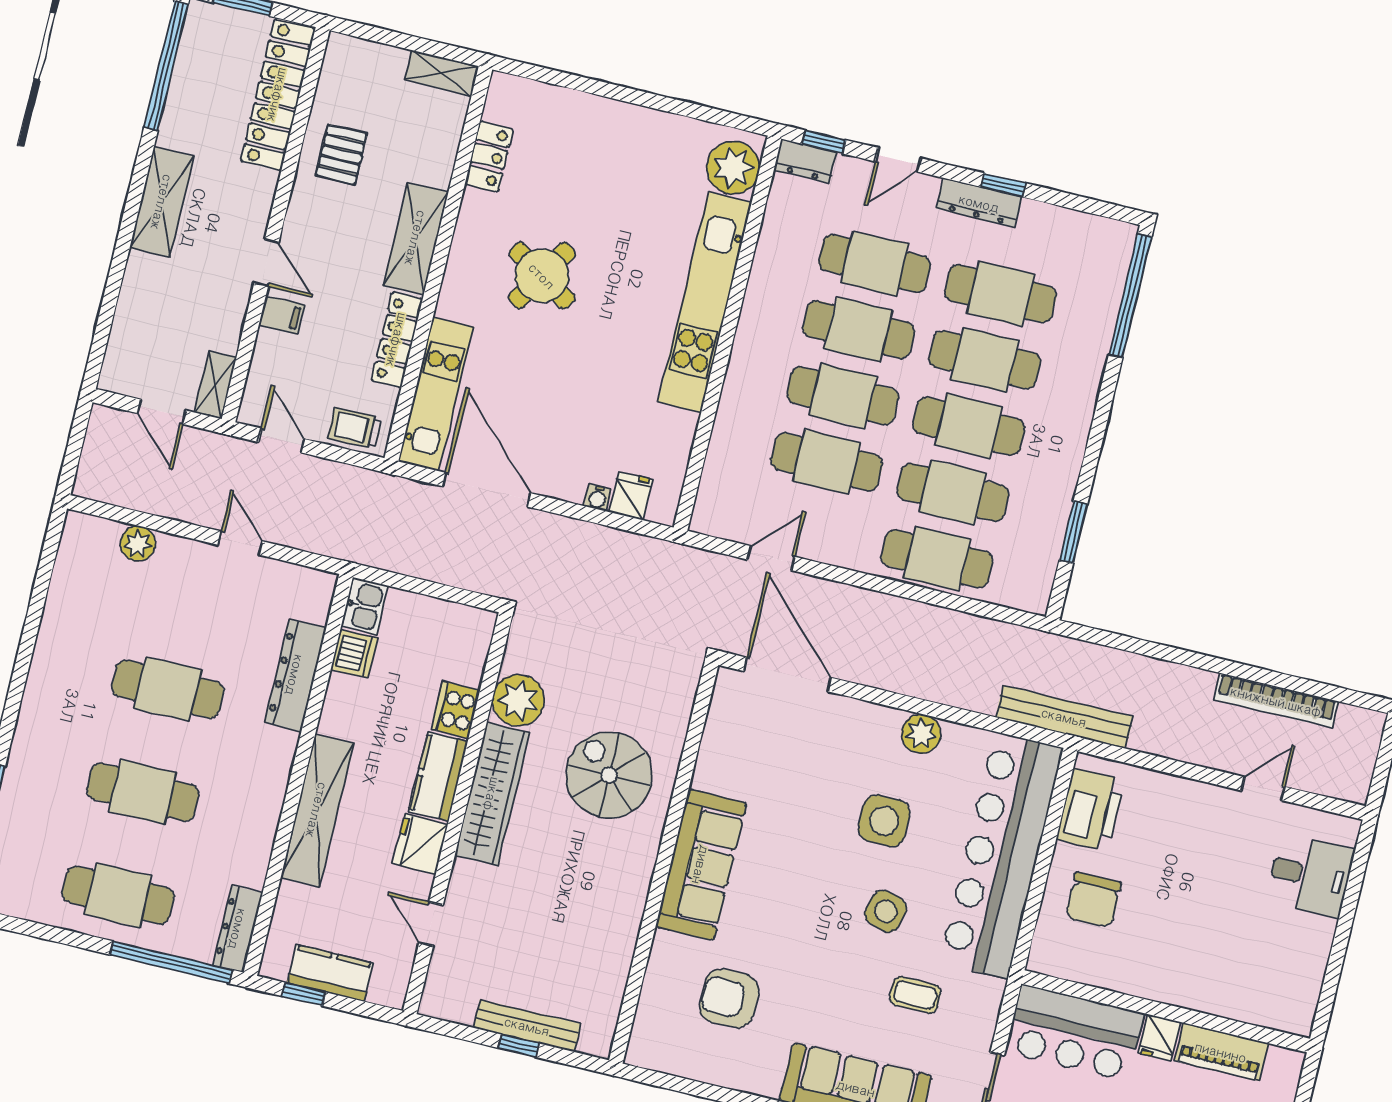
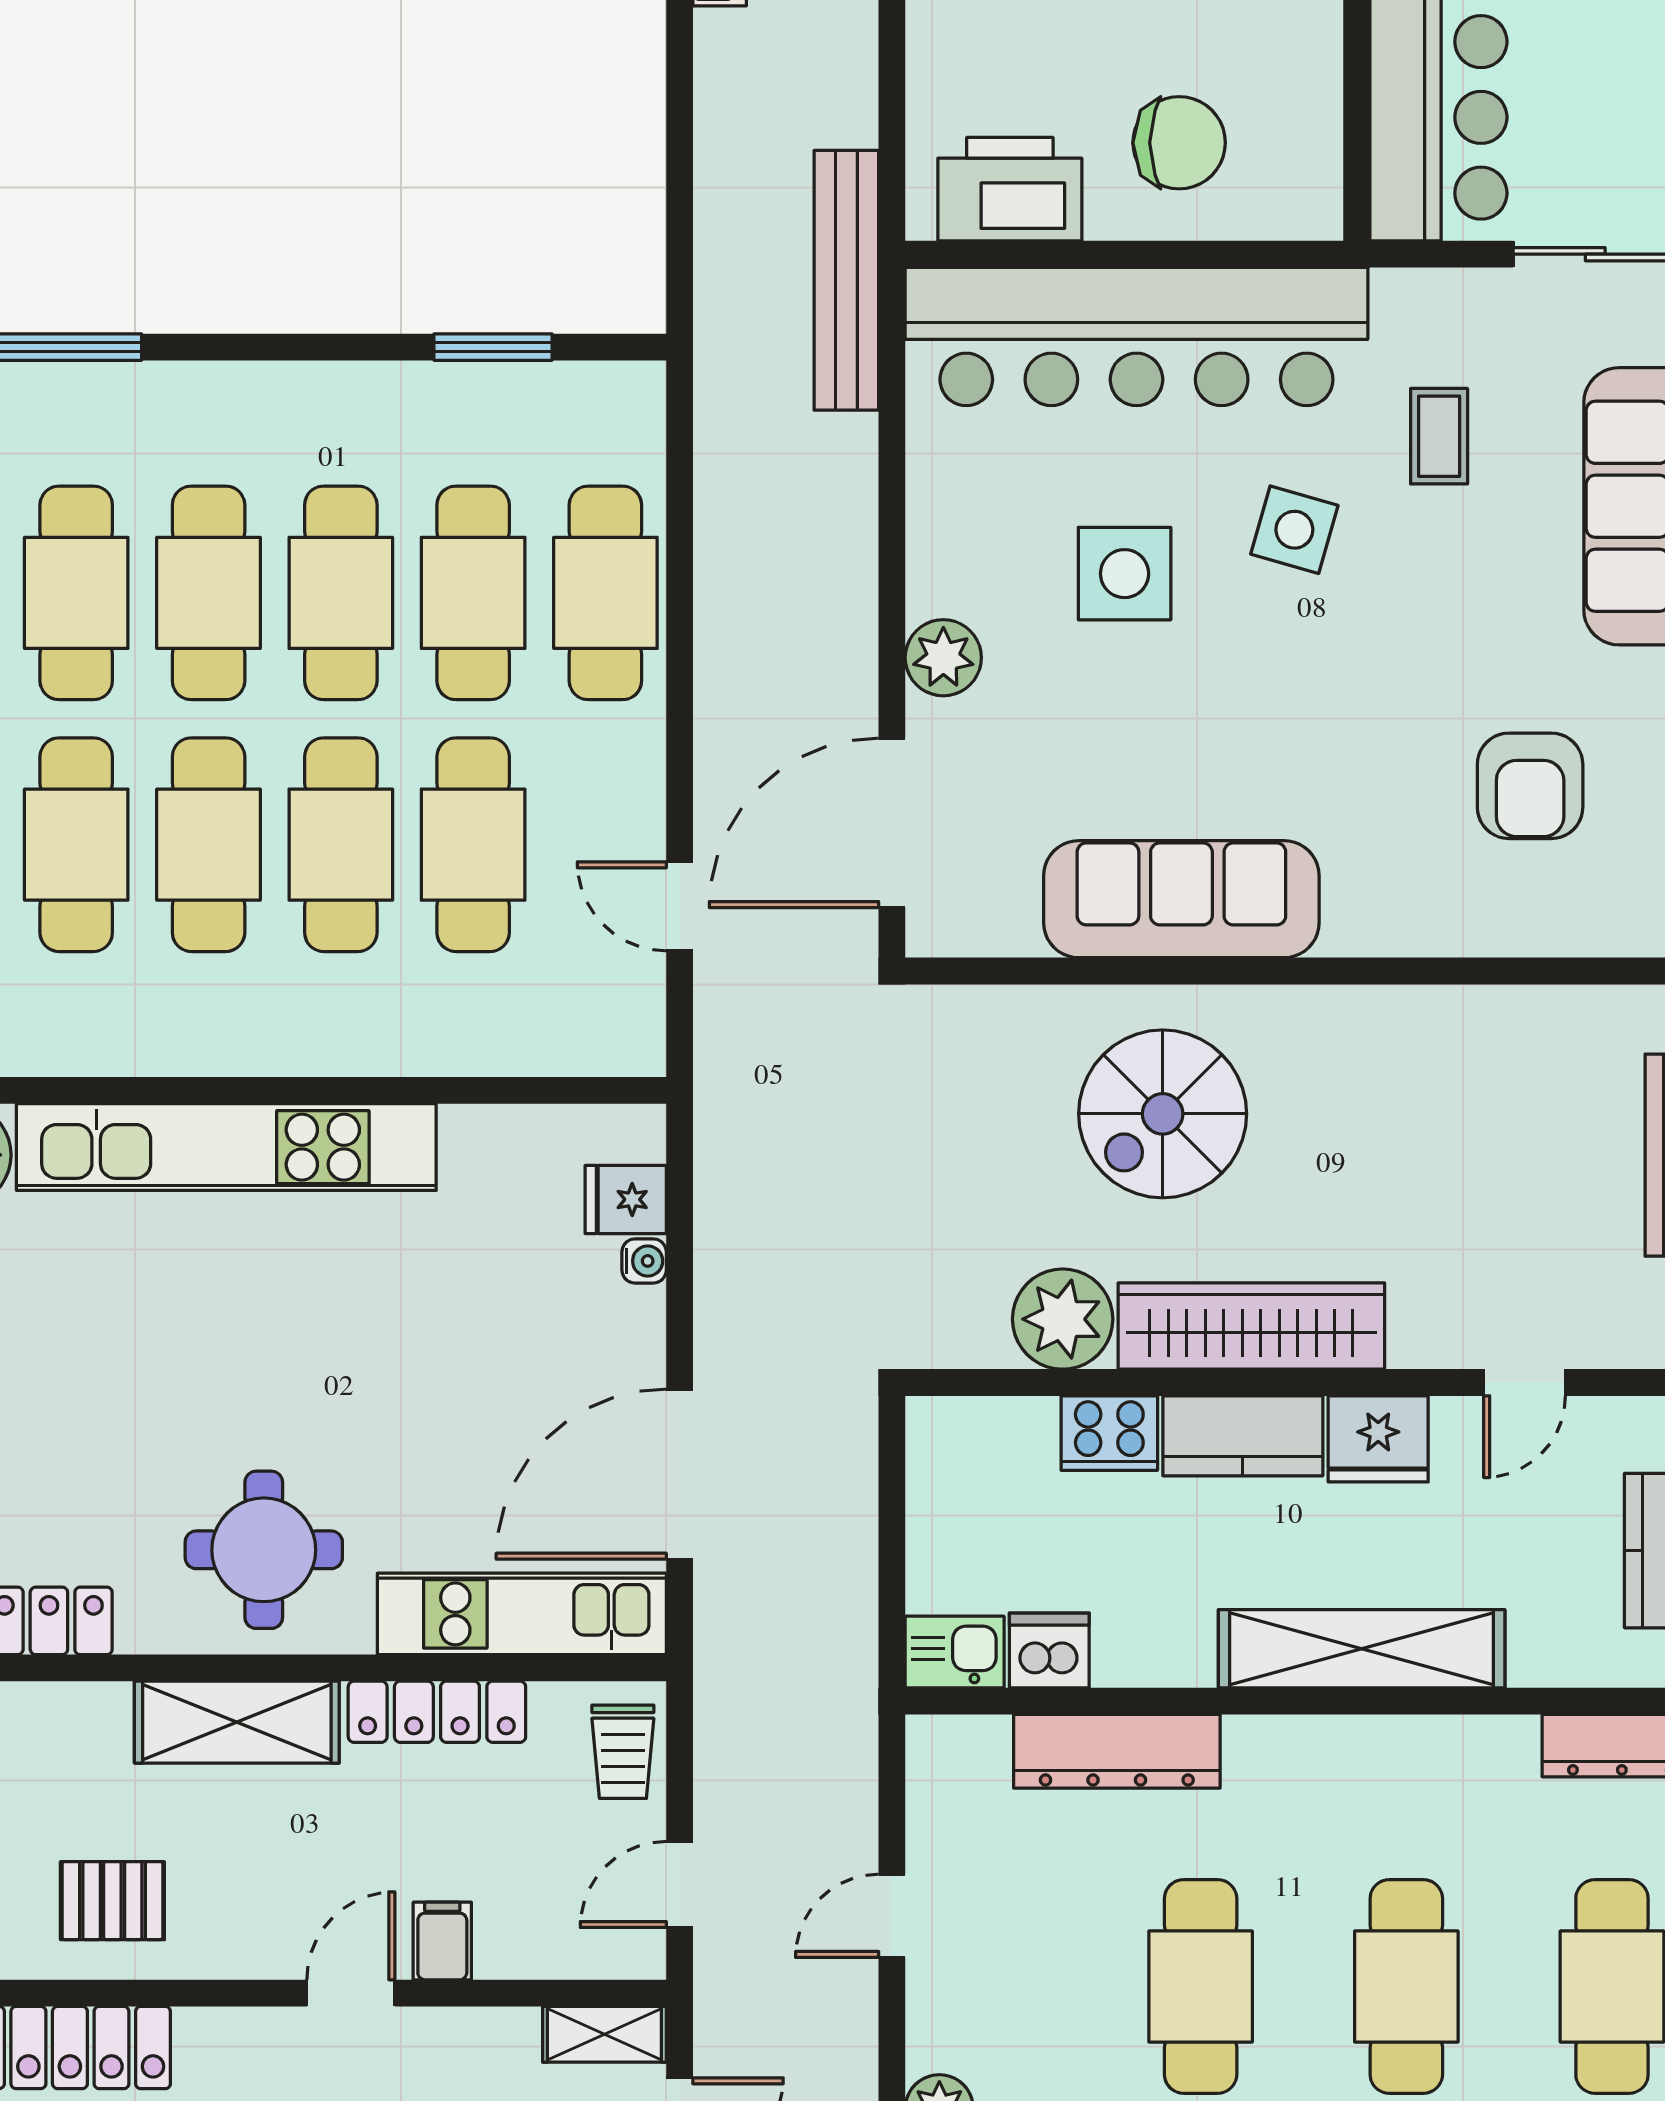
round table: (542, 276) -> (264, 1550), moved, turned -32
plant: (921, 734) -> (943, 658), moved
sofa: (701, 865) -> (1181, 899), moved

